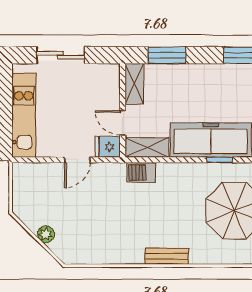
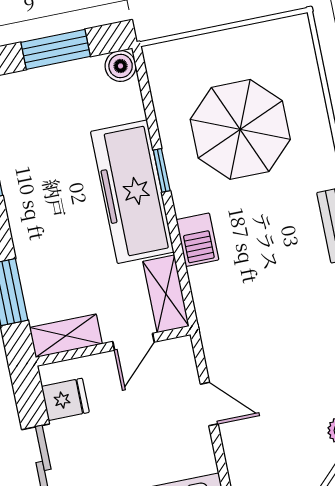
fridge: (108, 147) -> (65, 399), moved, turned -90
barbecue: (142, 172) -> (197, 240), moved

